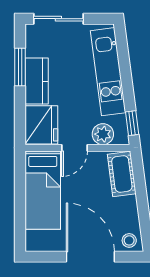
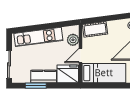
window: (132, 123) -> (67, 24), removed
door: (74, 148) -> (81, 56), swing flipped

